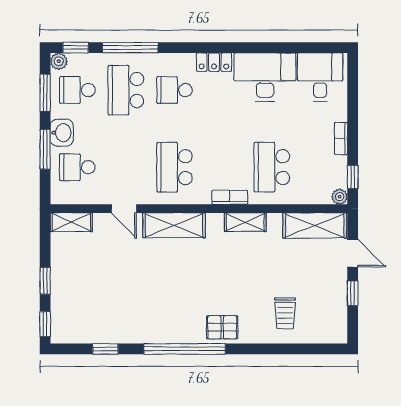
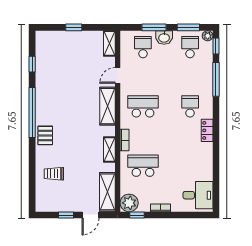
desk: (265, 77) -> (198, 162), removed
school desk: (126, 90) -> (190, 77), removed
plant: (340, 197) -> (129, 203), width x1.88, depth x1.88
window: (45, 324) -> (47, 27), removed

